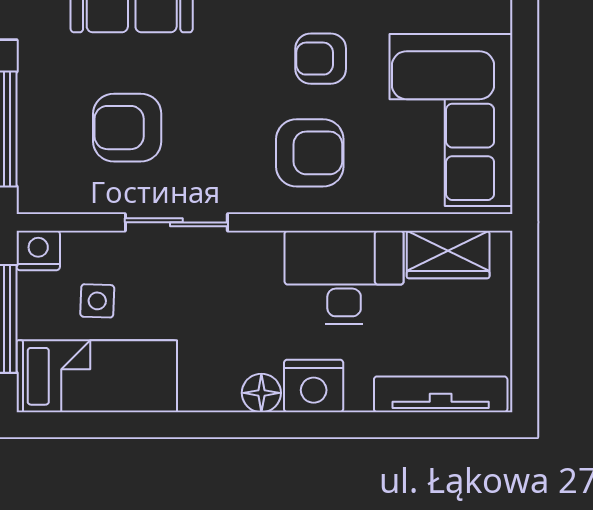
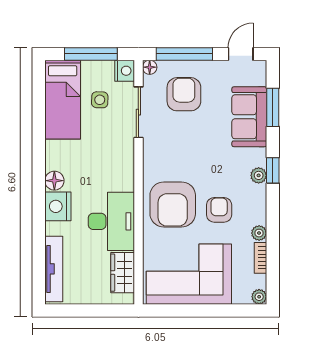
armchair: (127, 128) -> (184, 94), moved
armchair: (310, 153) -> (173, 204), width x1.36, depth x1.36
floor lamp: (31, 200) -> (150, 67), added
sliding door: (176, 222) -> (138, 112), moved

